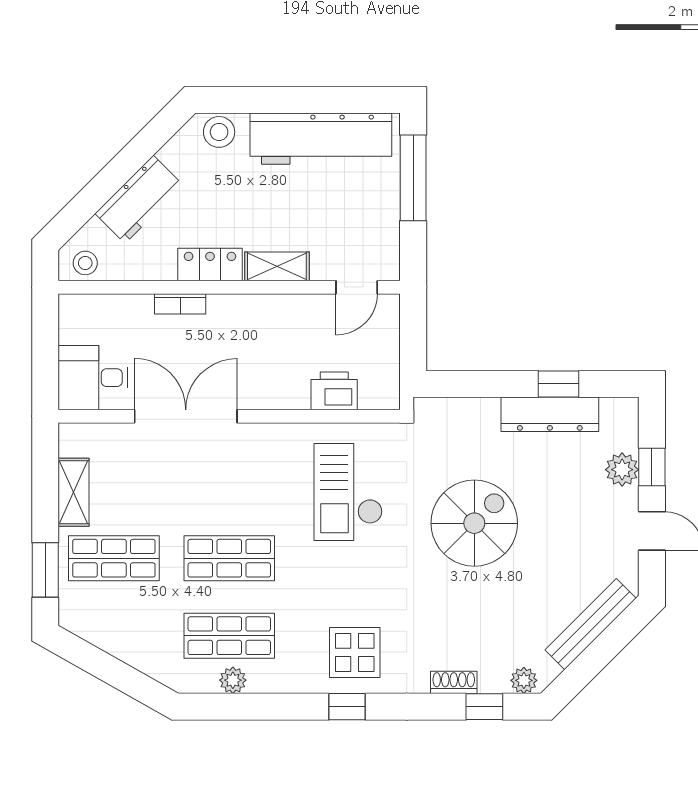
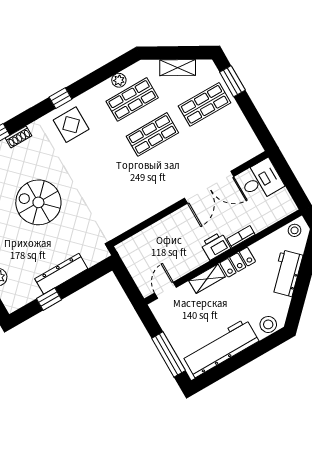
printer: (334, 391) -> (216, 246), moved, turned 180
dresser: (550, 414) -> (61, 274), moved
shelving: (74, 492) -> (178, 68), moved, turned -61
checkout: (348, 492) -> (116, 195), removed
spiral stairs: (474, 523) -> (38, 202), moved, turned 90

